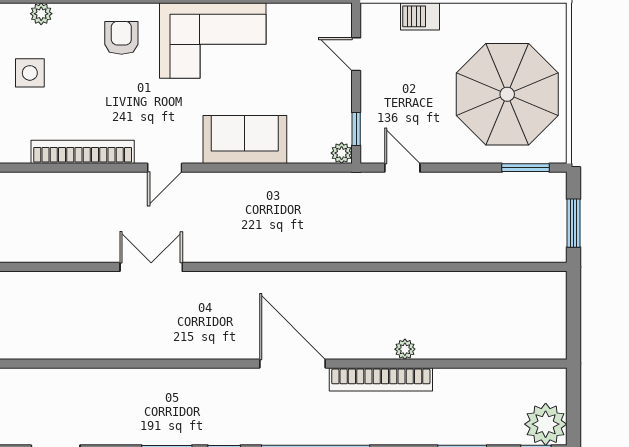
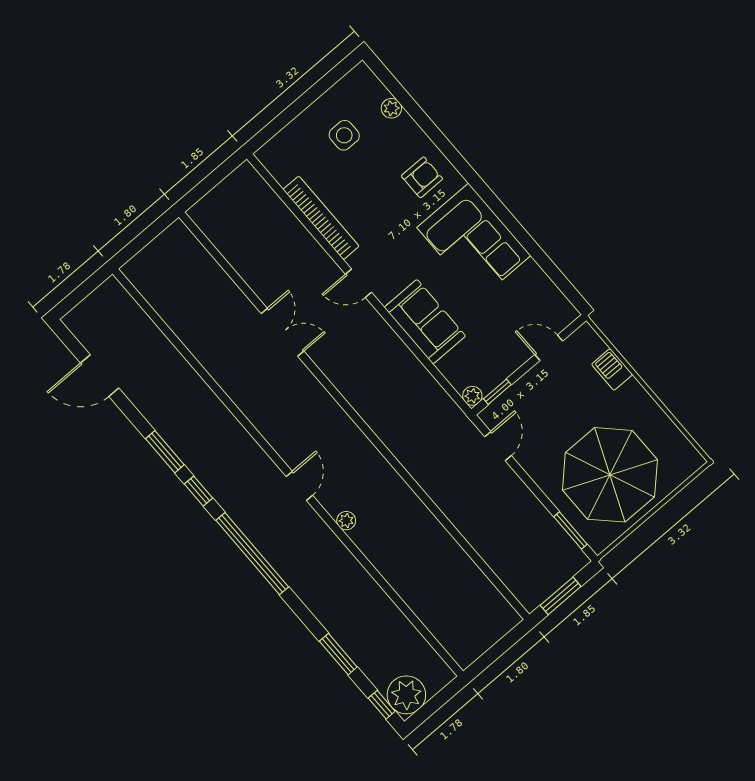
door: (356, 54) -> (549, 348), hinge flipped
plant: (405, 349) -> (346, 521), moved
door: (293, 364) -> (299, 486), width x0.53
bookcase: (381, 379) -> (340, 556), removed

